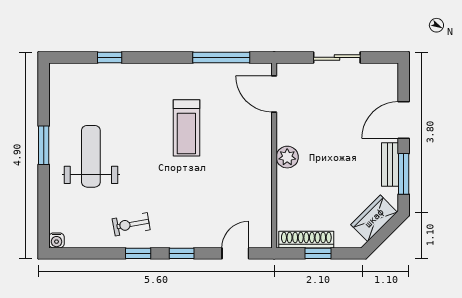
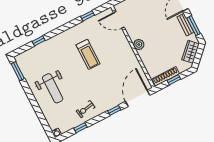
window: (221, 57) -> (87, 16), width x0.46
window: (44, 145) -> (18, 71), moved
weight bench: (91, 156) -> (53, 88), turned 180
window: (138, 253) -> (80, 128), moved
door: (235, 253) -> (138, 98), width x1.88

